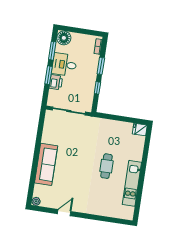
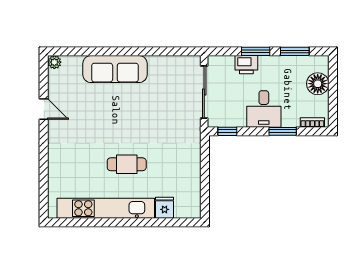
floor lamp: (64, 38) -> (318, 84), moved
desk: (64, 65) -> (264, 109), moved, turned 180
window: (97, 88) -> (227, 131), moved
fridge: (140, 130) -> (165, 208), moved
kitchen unit: (132, 183) -> (106, 208), width x1.36

